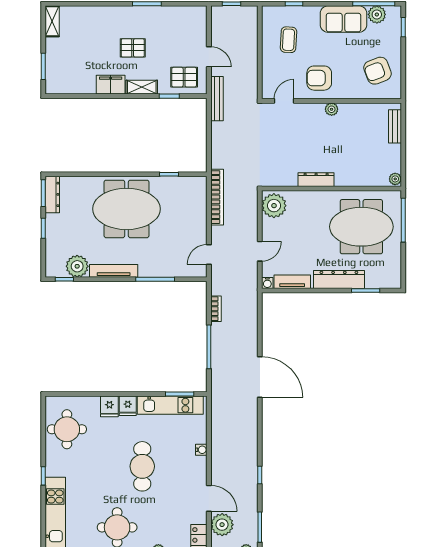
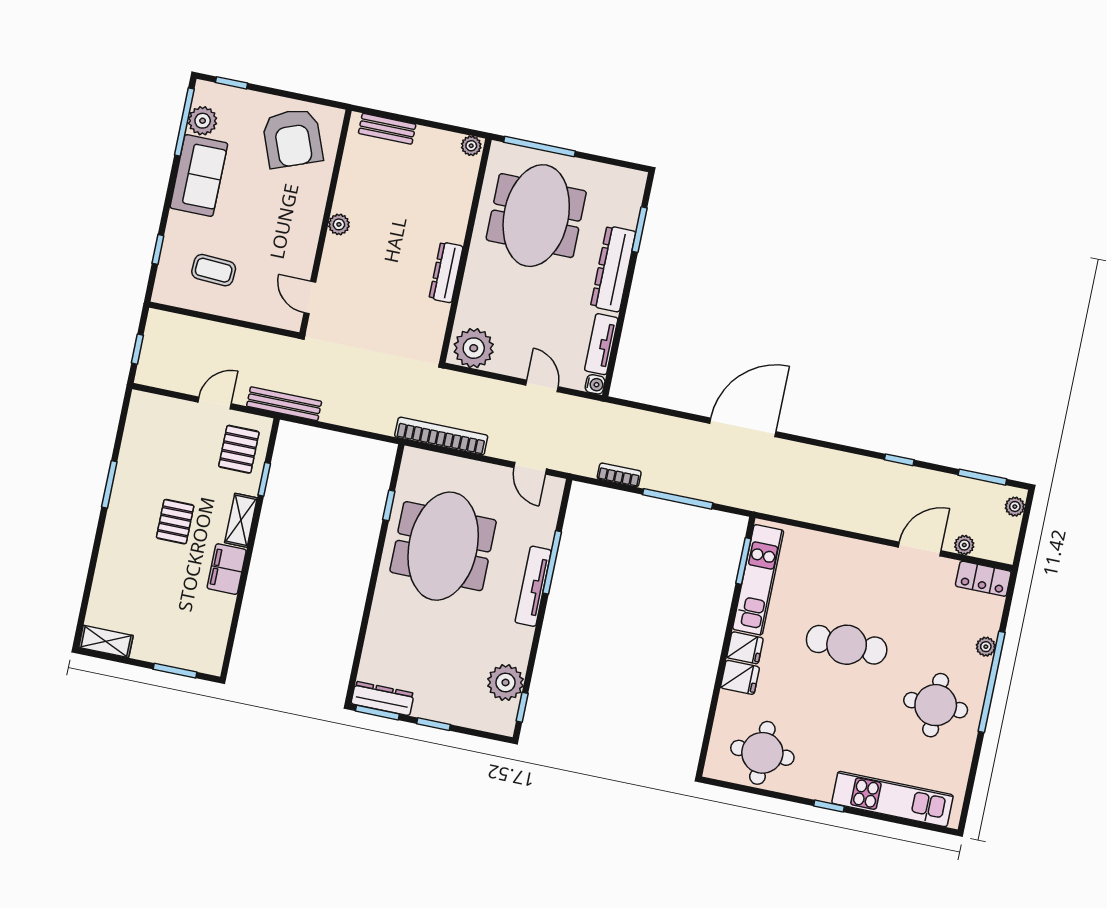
armchair: (378, 71) -> (292, 138), width x1.36, depth x1.36
armchair: (319, 78) -> (285, 234), removed
meeting table: (126, 209) -> (443, 546), moved
tv unit: (114, 271) -> (533, 586), moved
water cooler: (201, 450) -> (840, 545), removed
plant: (222, 525) -> (964, 545), width x0.53, depth x0.53

